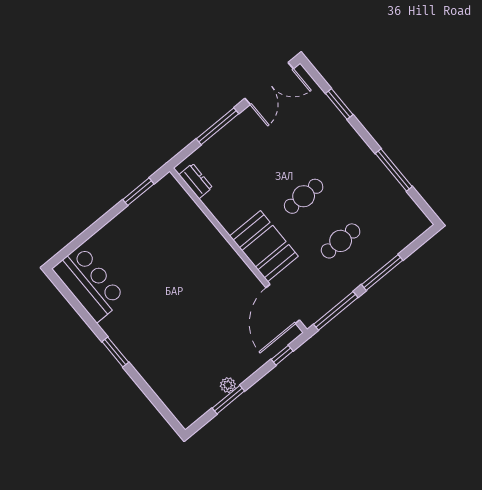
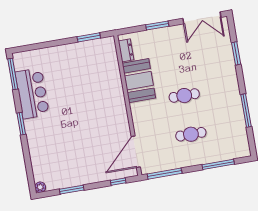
window: (218, 126) -> (157, 25), width x0.69
booth: (264, 246) -> (139, 81), moved
window: (382, 272) -> (218, 164), moved
bar counter: (89, 283) -> (32, 93), moved
window: (68, 295) -> (13, 74), added
plant: (228, 385) -> (40, 187), moved

